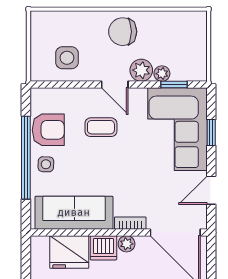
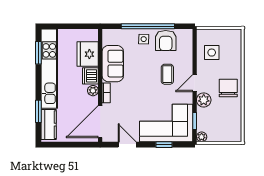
plant: (162, 74) -> (202, 137), moved
sofa: (74, 213) -> (113, 64), width x0.73

